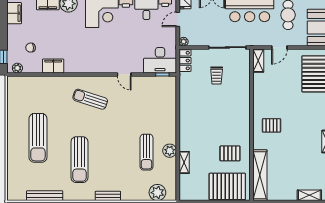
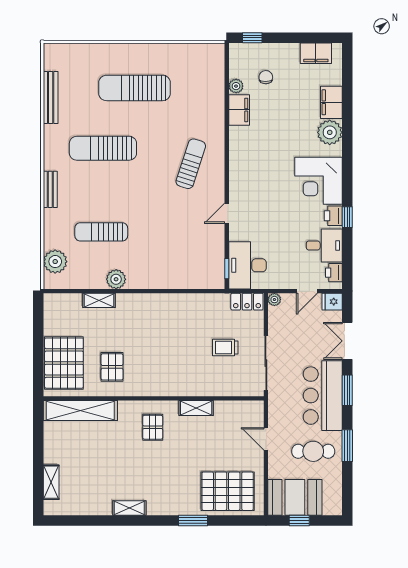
door: (178, 19) -> (307, 291), swing flipped
shelving: (258, 61) -> (196, 408), moved
plant: (17, 68) -> (236, 86), moved
sun lounger: (147, 152) -> (101, 232), moved

